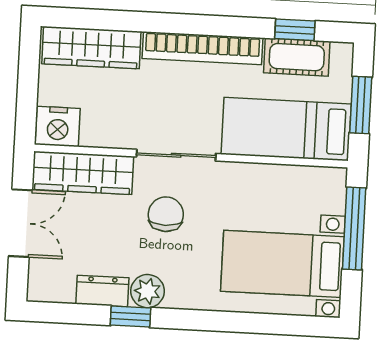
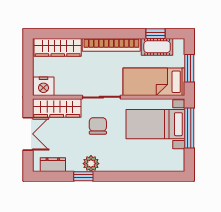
bed with nightstands: (282, 264) -> (155, 124), moved
dresser: (102, 291) -> (53, 165), moved

